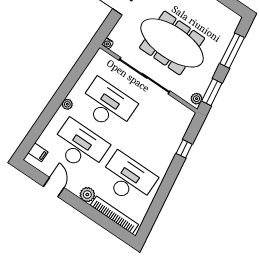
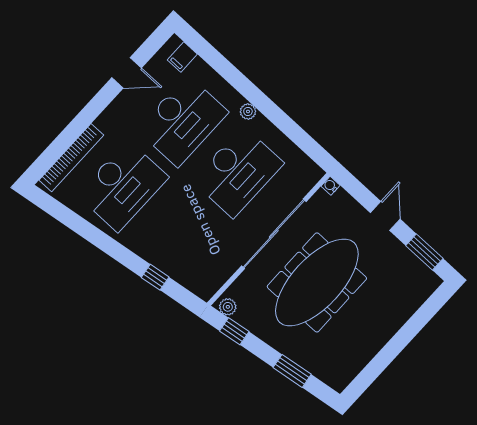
window: (232, 51) -> (292, 371), width x0.69
window: (212, 92) -> (234, 331), width x0.67
plant: (87, 195) -> (108, 122), removed

